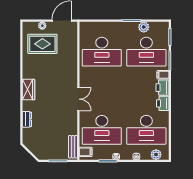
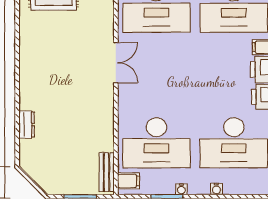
wardrobe: (29, 90) -> (29, 73), removed
double door: (78, 99) -> (116, 63), moved
plant: (156, 155) -> (251, 186), removed

